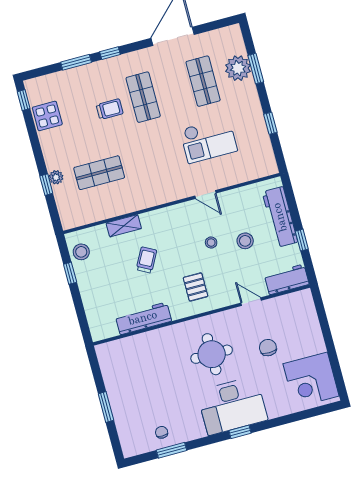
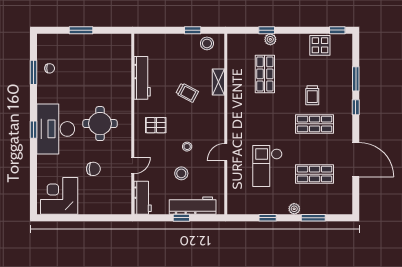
plant: (238, 68) -> (294, 209), moved, width x0.53, depth x0.53
window: (302, 240) -> (181, 218), moved

